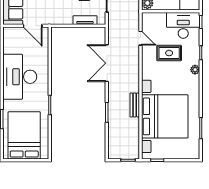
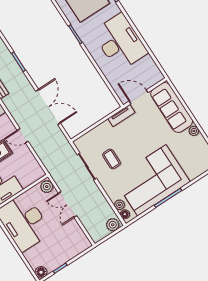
tv unit: (85, 20) -> (121, 115), moved
door: (140, 38) -> (23, 136), moved

